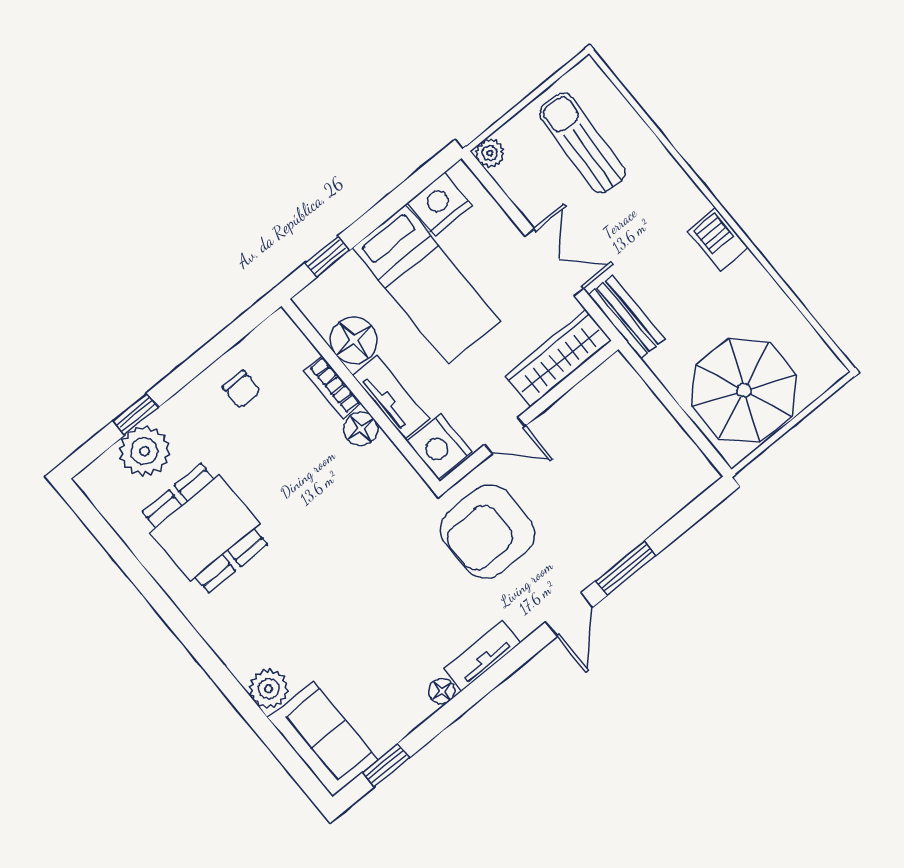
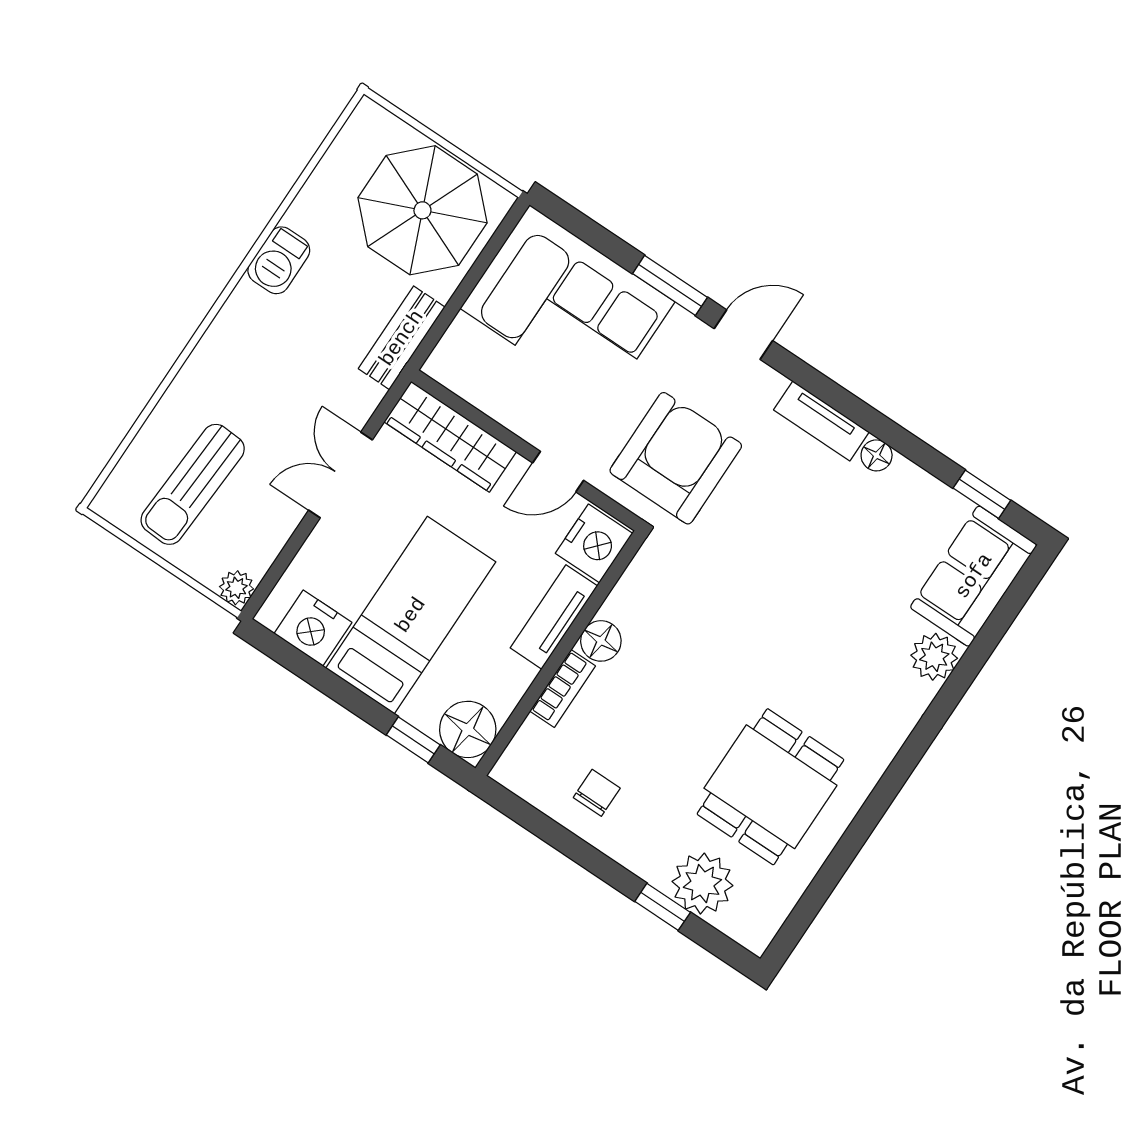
barbecue: (718, 240) -> (279, 260), moved
bench: (627, 317) -> (402, 338), moved
floor lamp: (354, 340) -> (468, 729), moved
door: (505, 435) -> (558, 472), swing flipped
corner sofa: (634, 483) -> (568, 305), added
armchair: (487, 532) -> (676, 458), turned -90

